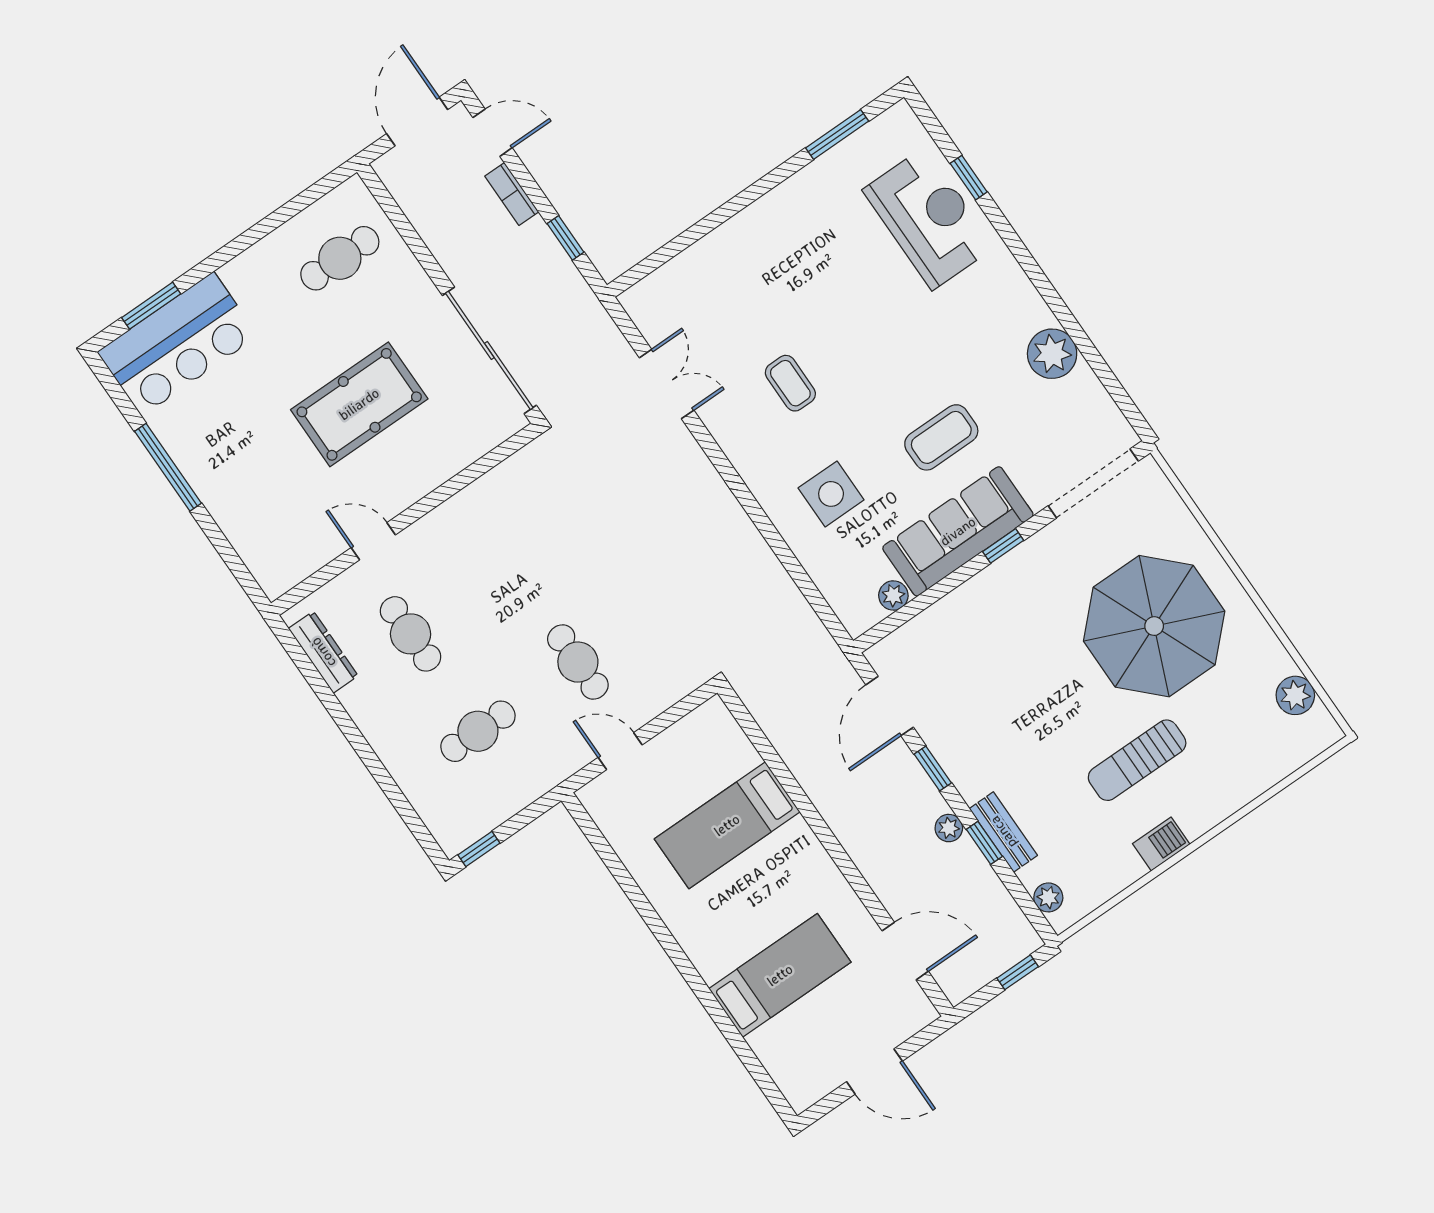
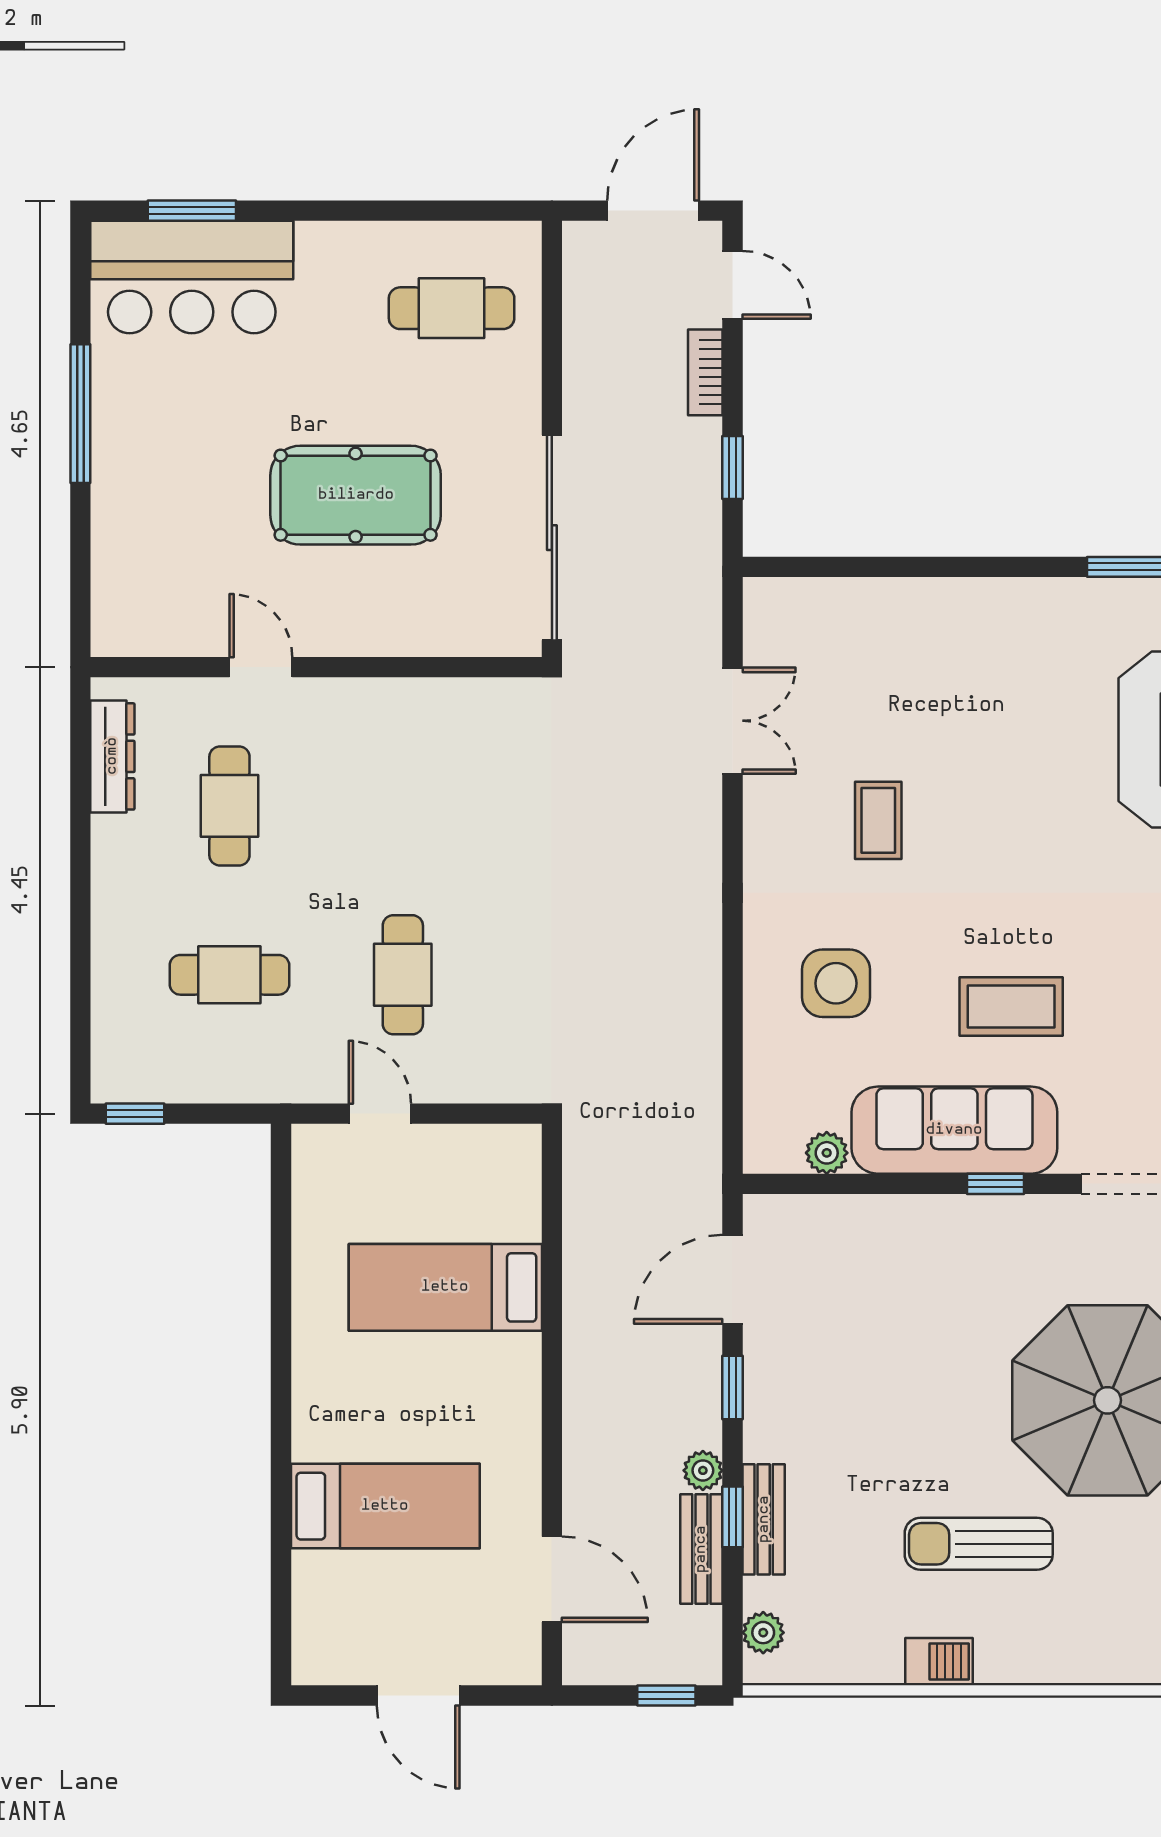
bench: (979, 874) -> (701, 1549), added

